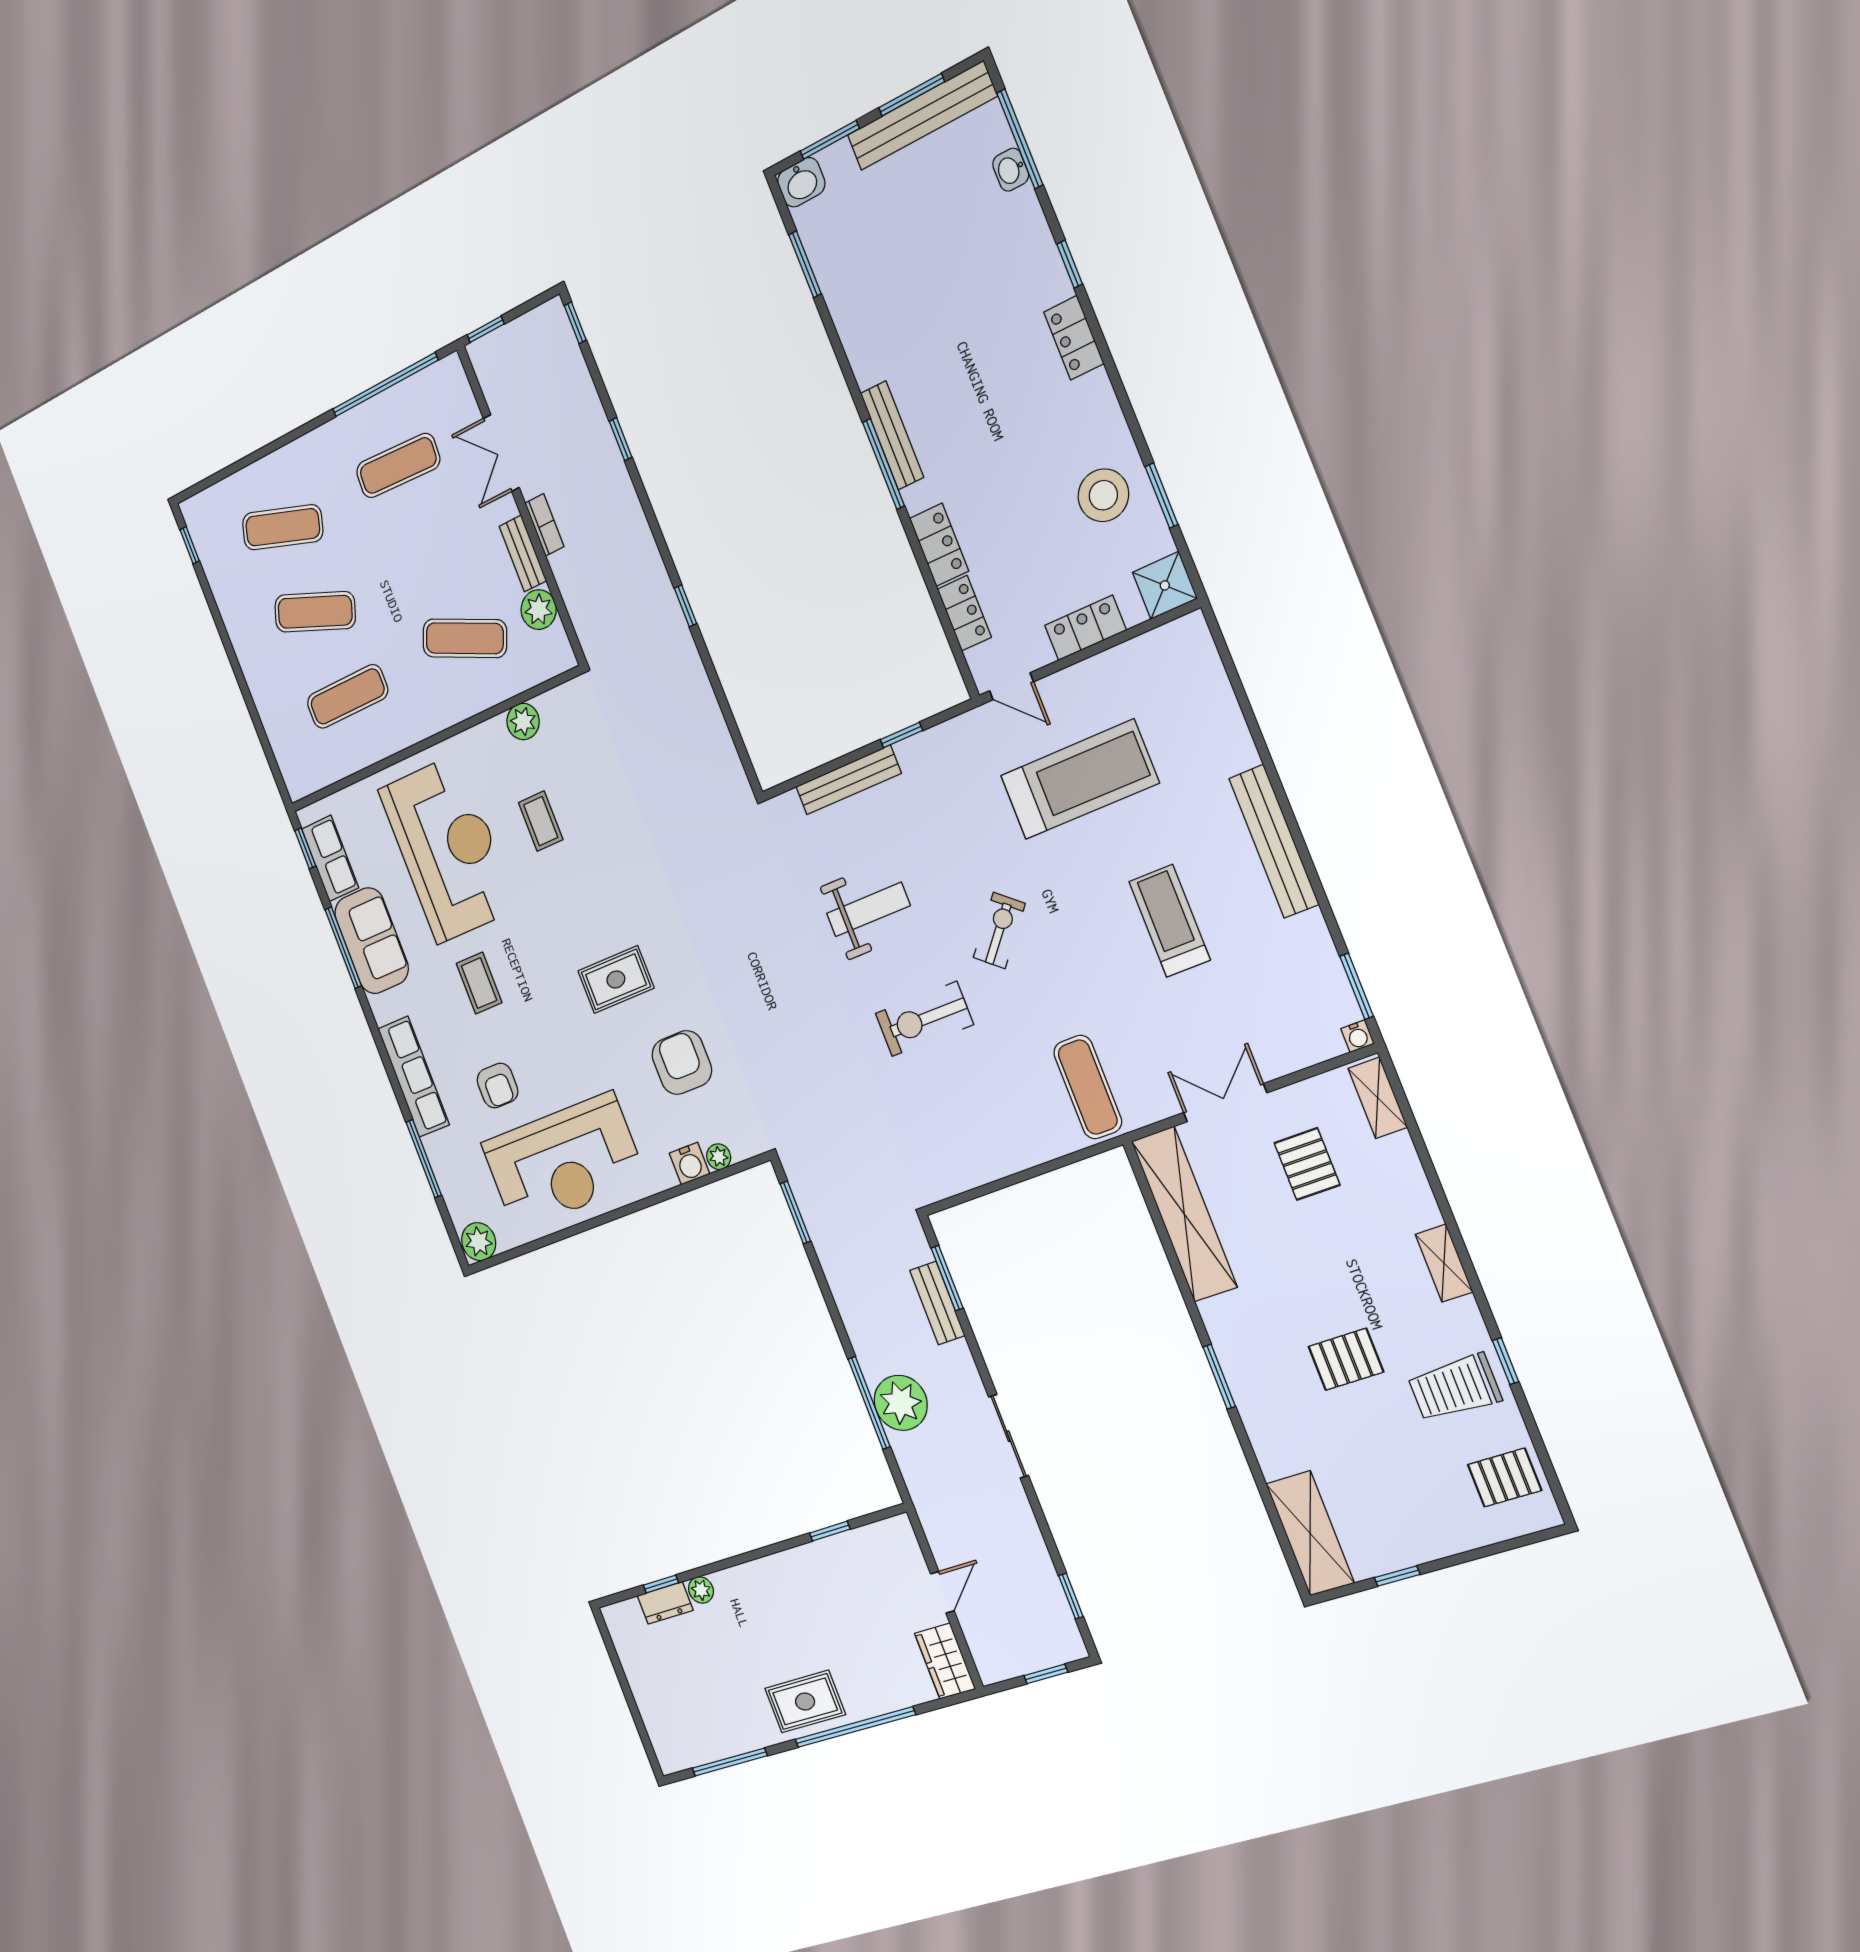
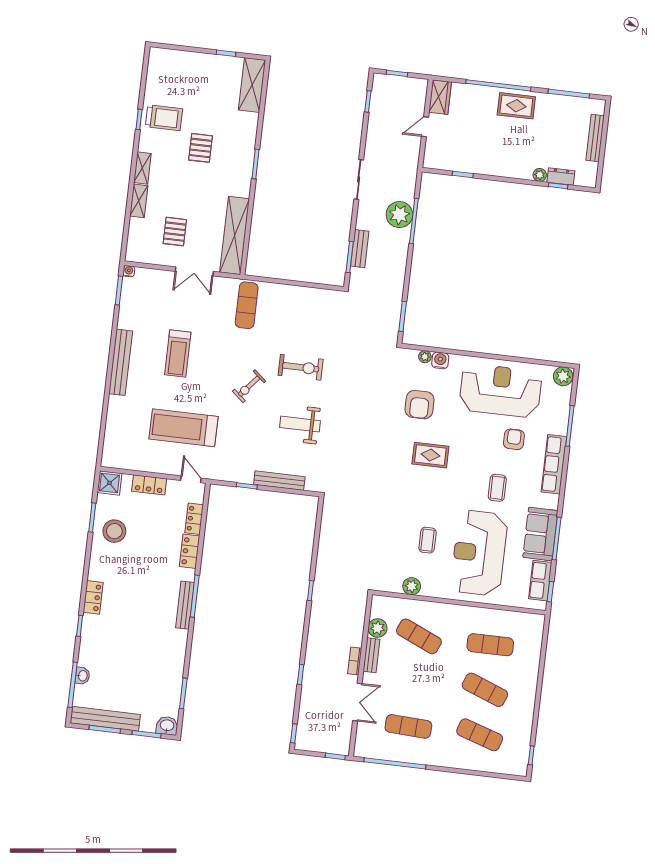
shelving: (1378, 1098) -> (139, 201), moved
pallet: (1346, 1359) -> (201, 148), turned 90
pallet: (1505, 1477) -> (163, 74), removed
bench: (646, 1699) -> (595, 138), added

